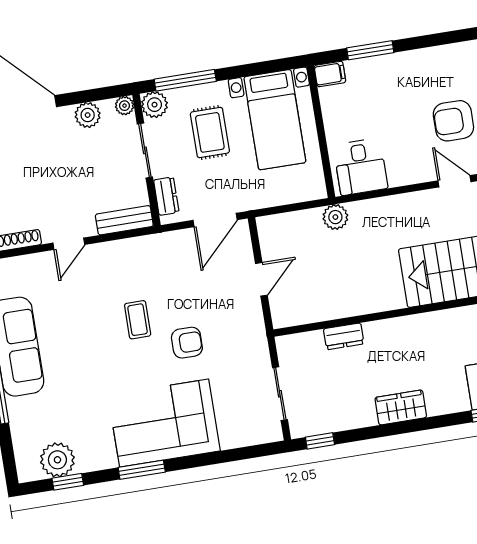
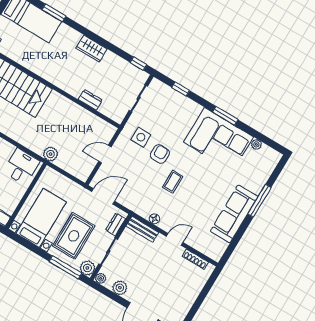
rug: (210, 132) -> (74, 236), width x1.36, depth x1.43
floor lamp: (120, 248) -> (154, 219), added
armchair: (187, 343) -> (160, 154), turned 90
side table: (232, 344) -> (141, 137), added
corner sofa: (164, 423) -> (219, 140), moved
plant: (57, 460) -> (256, 144), width x0.53, depth x0.53
window: (68, 482) -> (181, 89), moved

